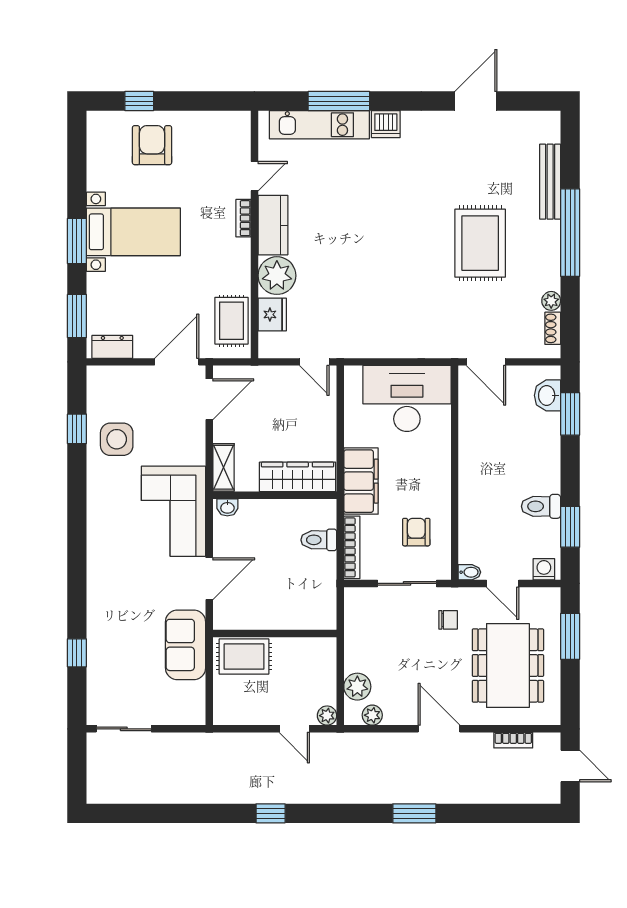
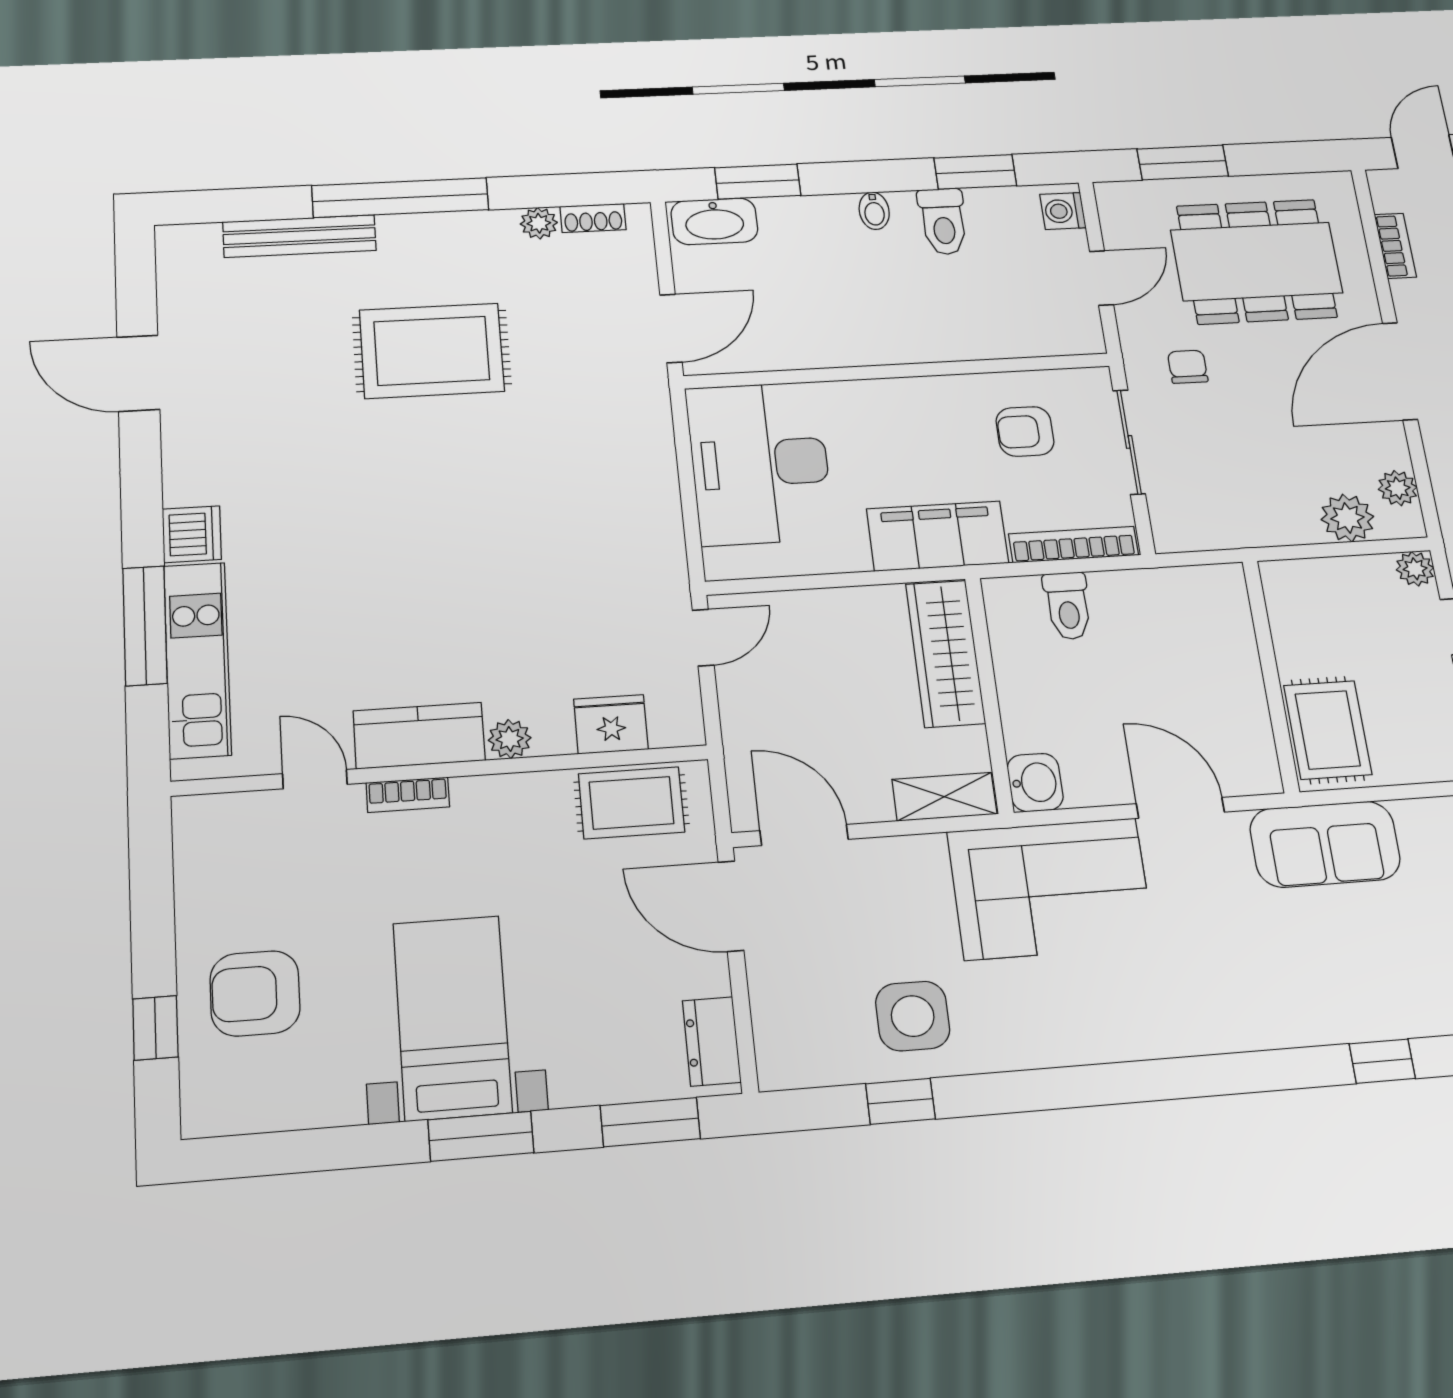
plant: (277, 276) -> (510, 739), width x0.53, depth x0.53
washbasin: (547, 395) -> (714, 221), width x1.38
washbasin: (227, 507) -> (1035, 782), width x1.38, depth x1.45
bidet: (469, 572) -> (874, 211), moved, turned 180
door: (439, 729) -> (1400, 371), width x1.36

